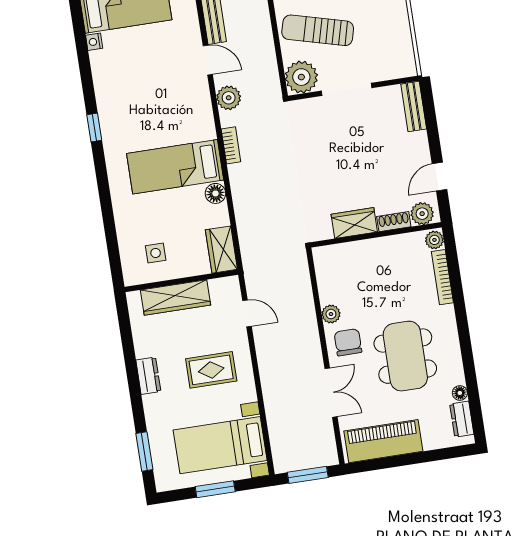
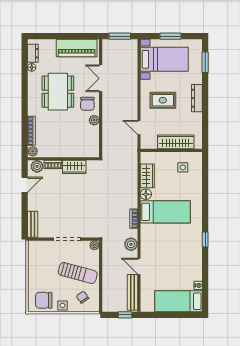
plant: (301, 77) -> (94, 245), width x0.53, depth x0.53
wardrobe: (221, 250) -> (147, 176), moved
dresser: (148, 376) -> (197, 98), width x1.44

